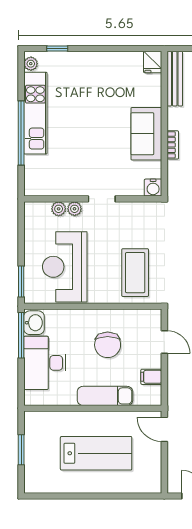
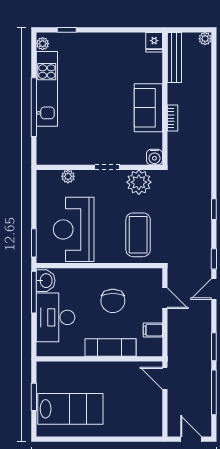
plant: (75, 209) -> (139, 182), moved, width x1.87, depth x1.87
lab bench: (96, 453) -> (70, 409), moved

